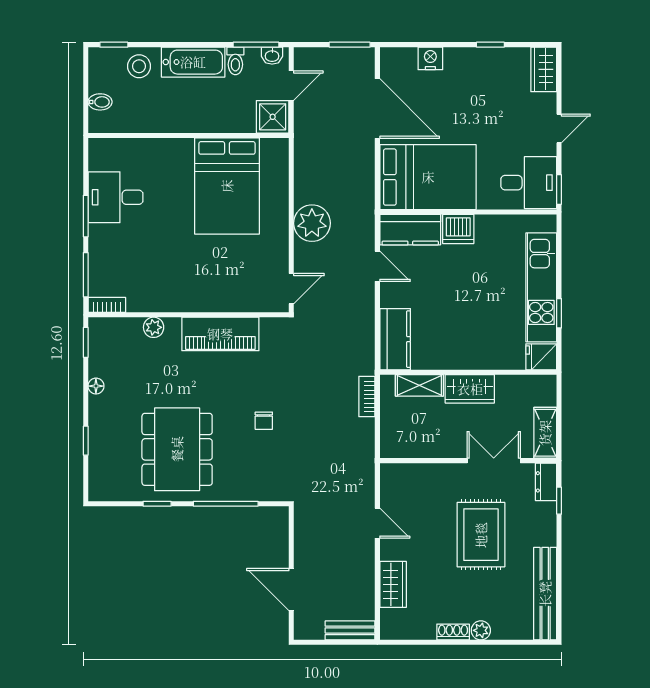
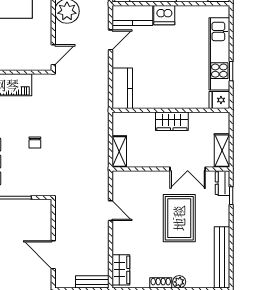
door: (377, 266) -> (110, 40), hinge flipped
shelving: (419, 385) -> (119, 152), moved, turned 90
bookcase: (367, 397) -> (103, 126), removed
double door: (494, 461) -> (188, 169), swing flipped
wardrobe: (393, 584) -> (121, 270), moved

